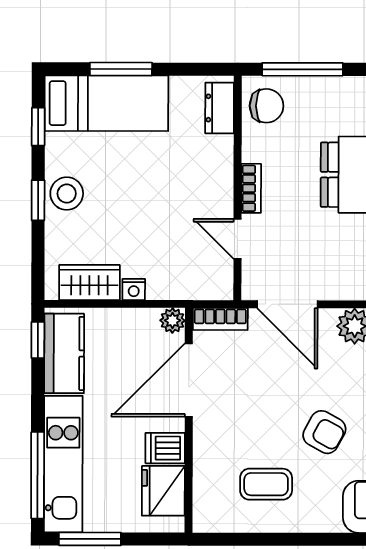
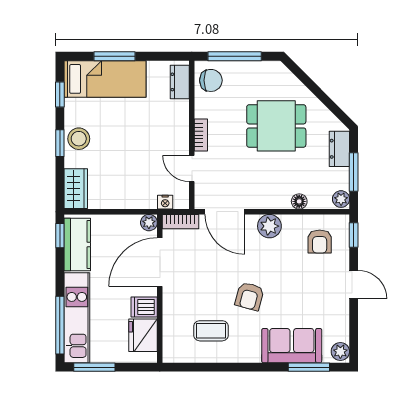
wardrobe: (89, 282) -> (76, 189), moved, turned 90
nightstand: (134, 289) -> (165, 202), moved
armchair: (324, 432) -> (250, 296), turned 76

